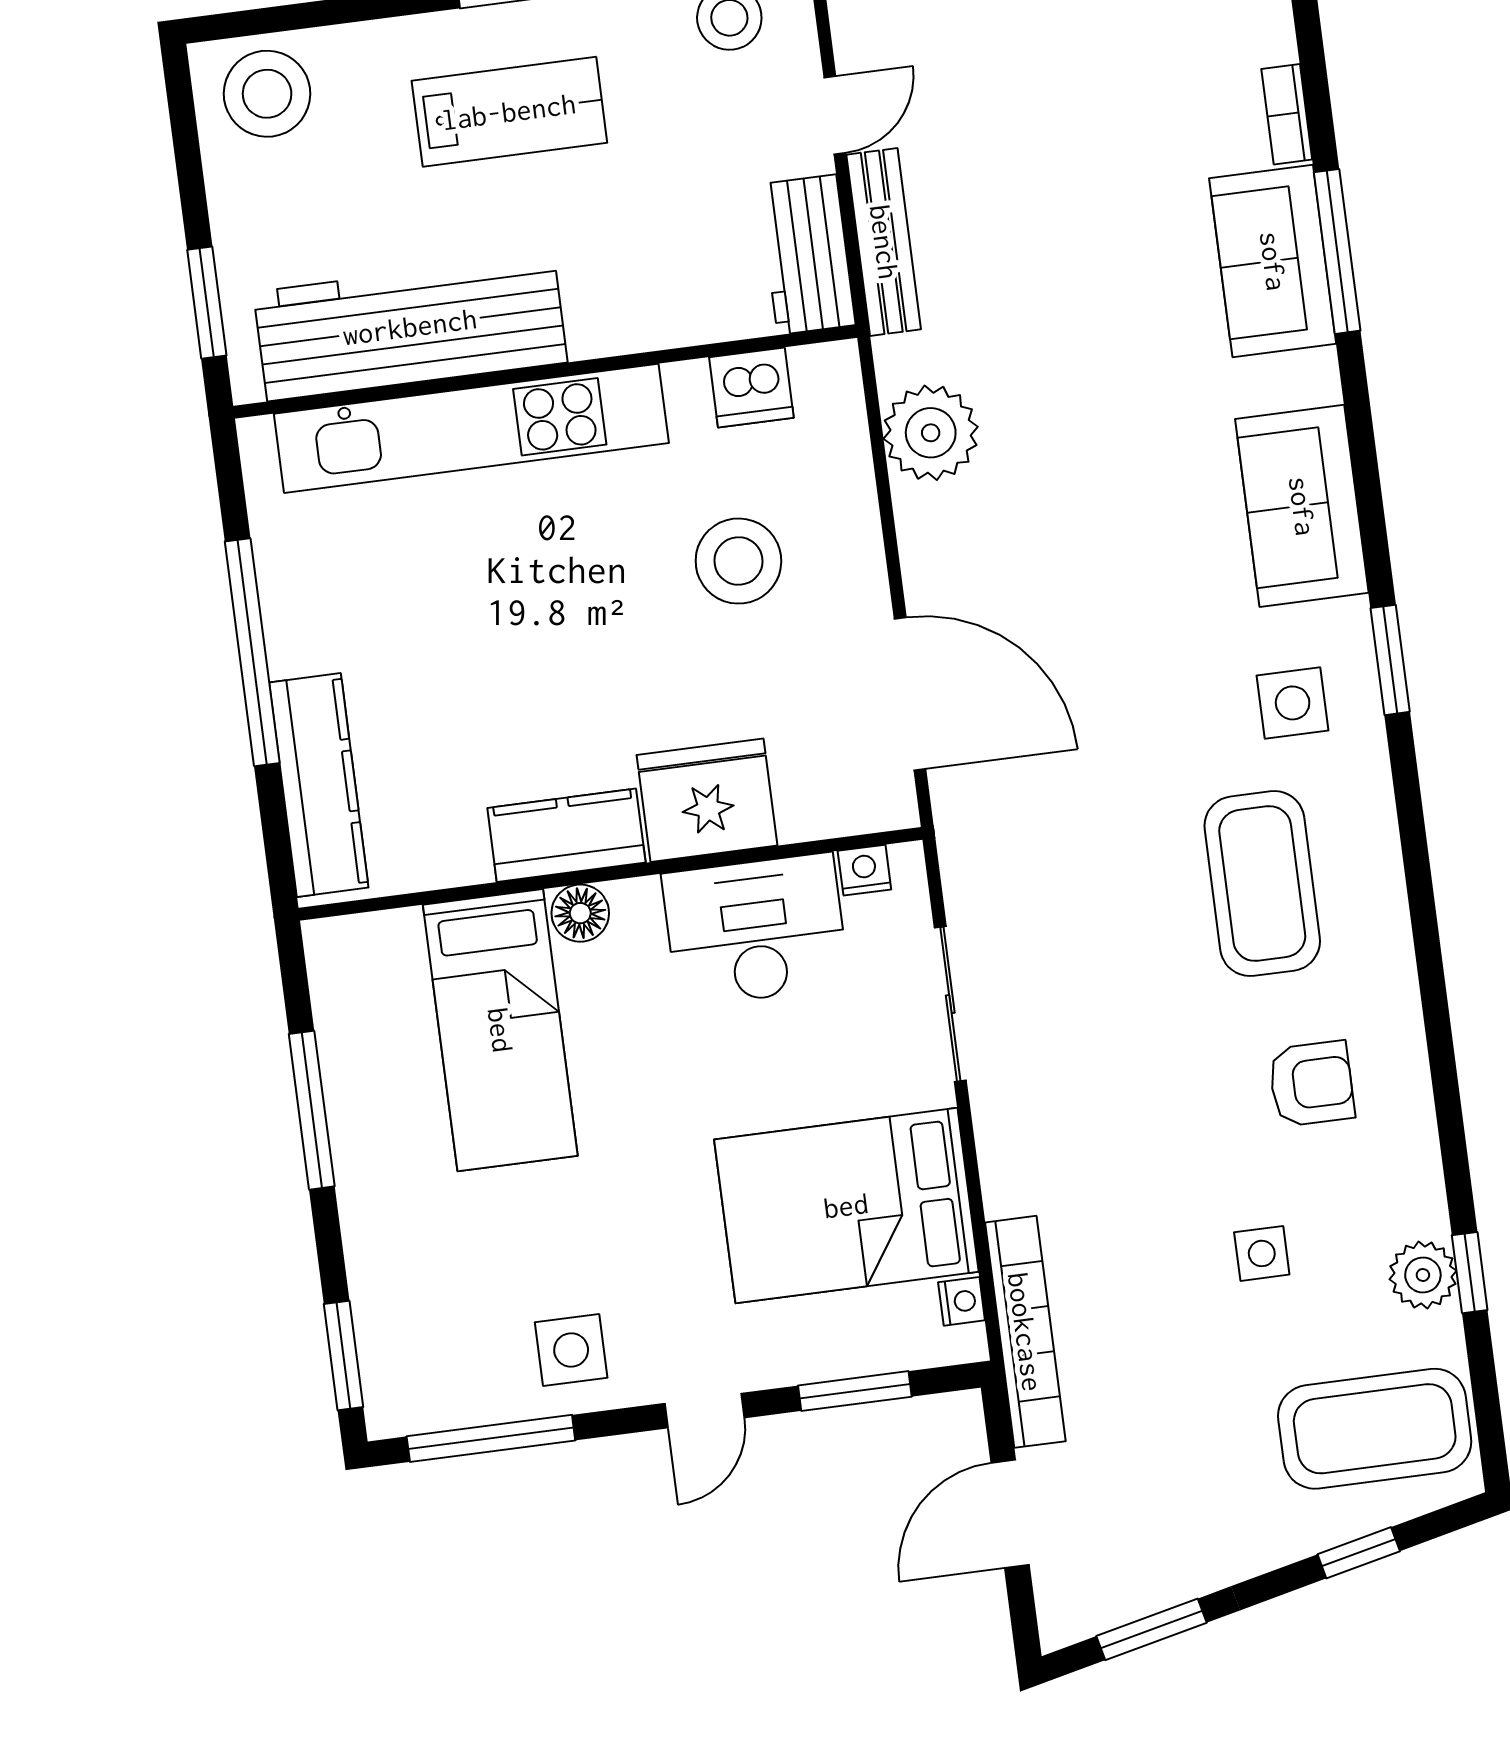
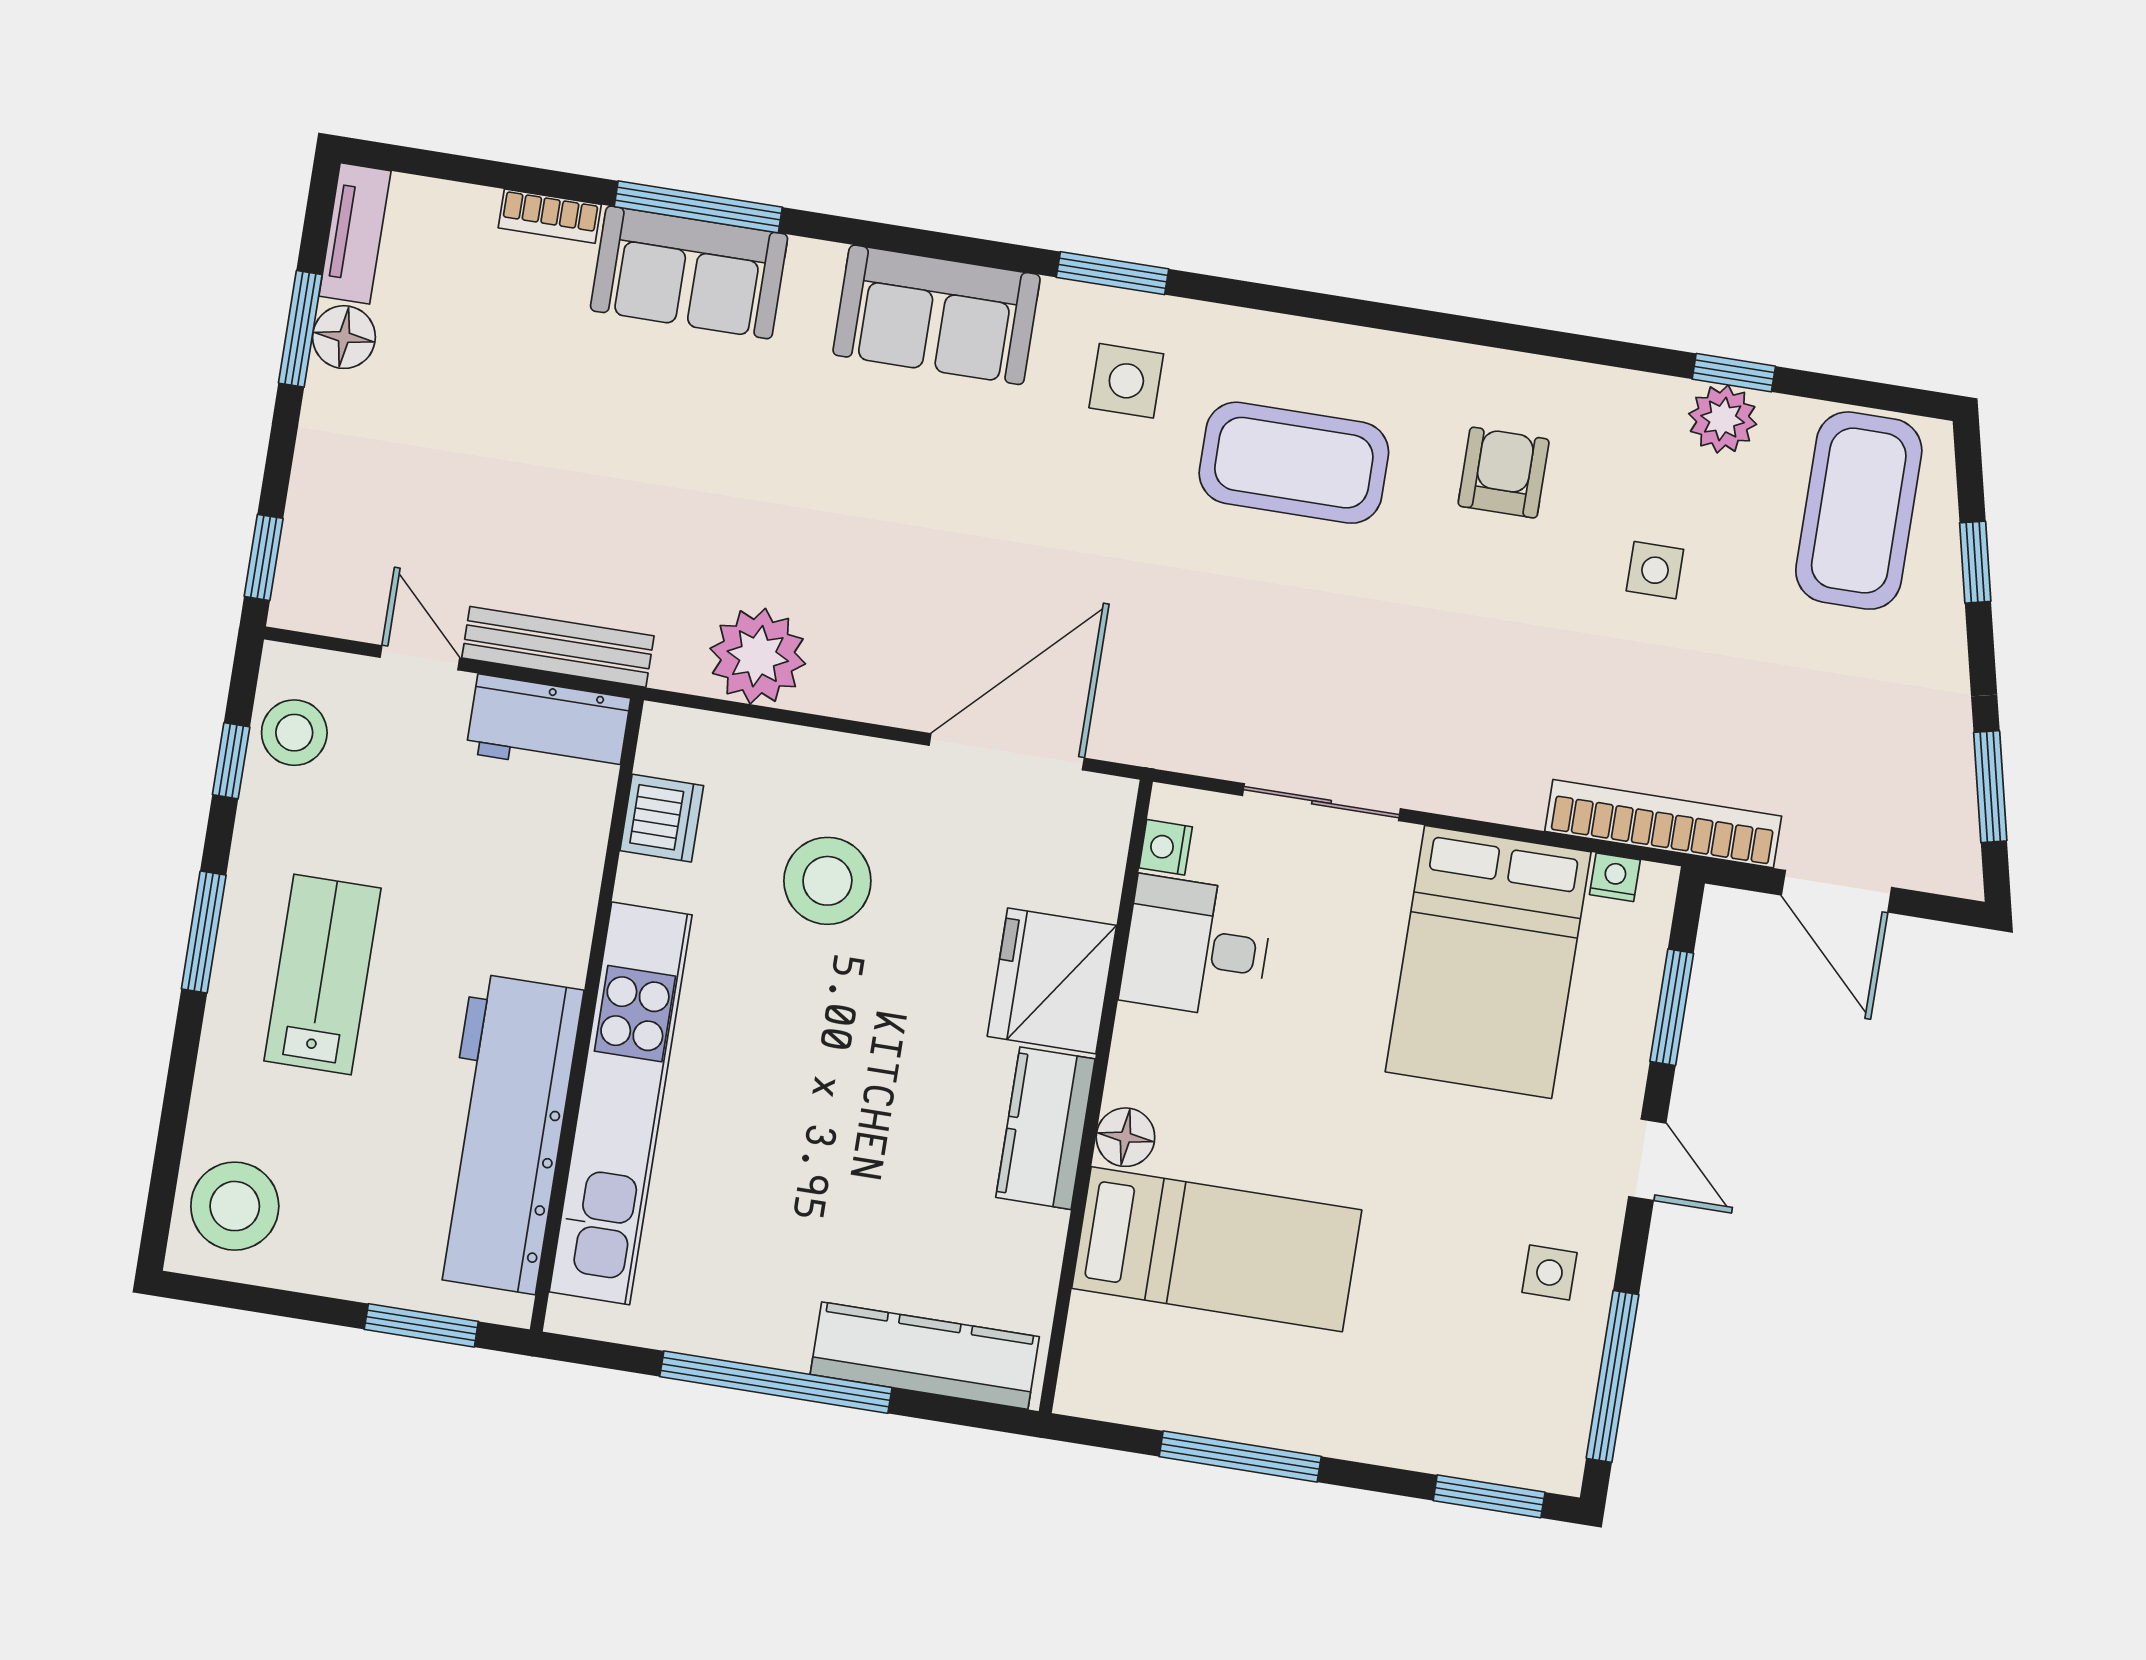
desk: (755, 930) -> (1196, 947), width x0.73
side table: (571, 1350) -> (1549, 1273), width x0.73, depth x0.73

